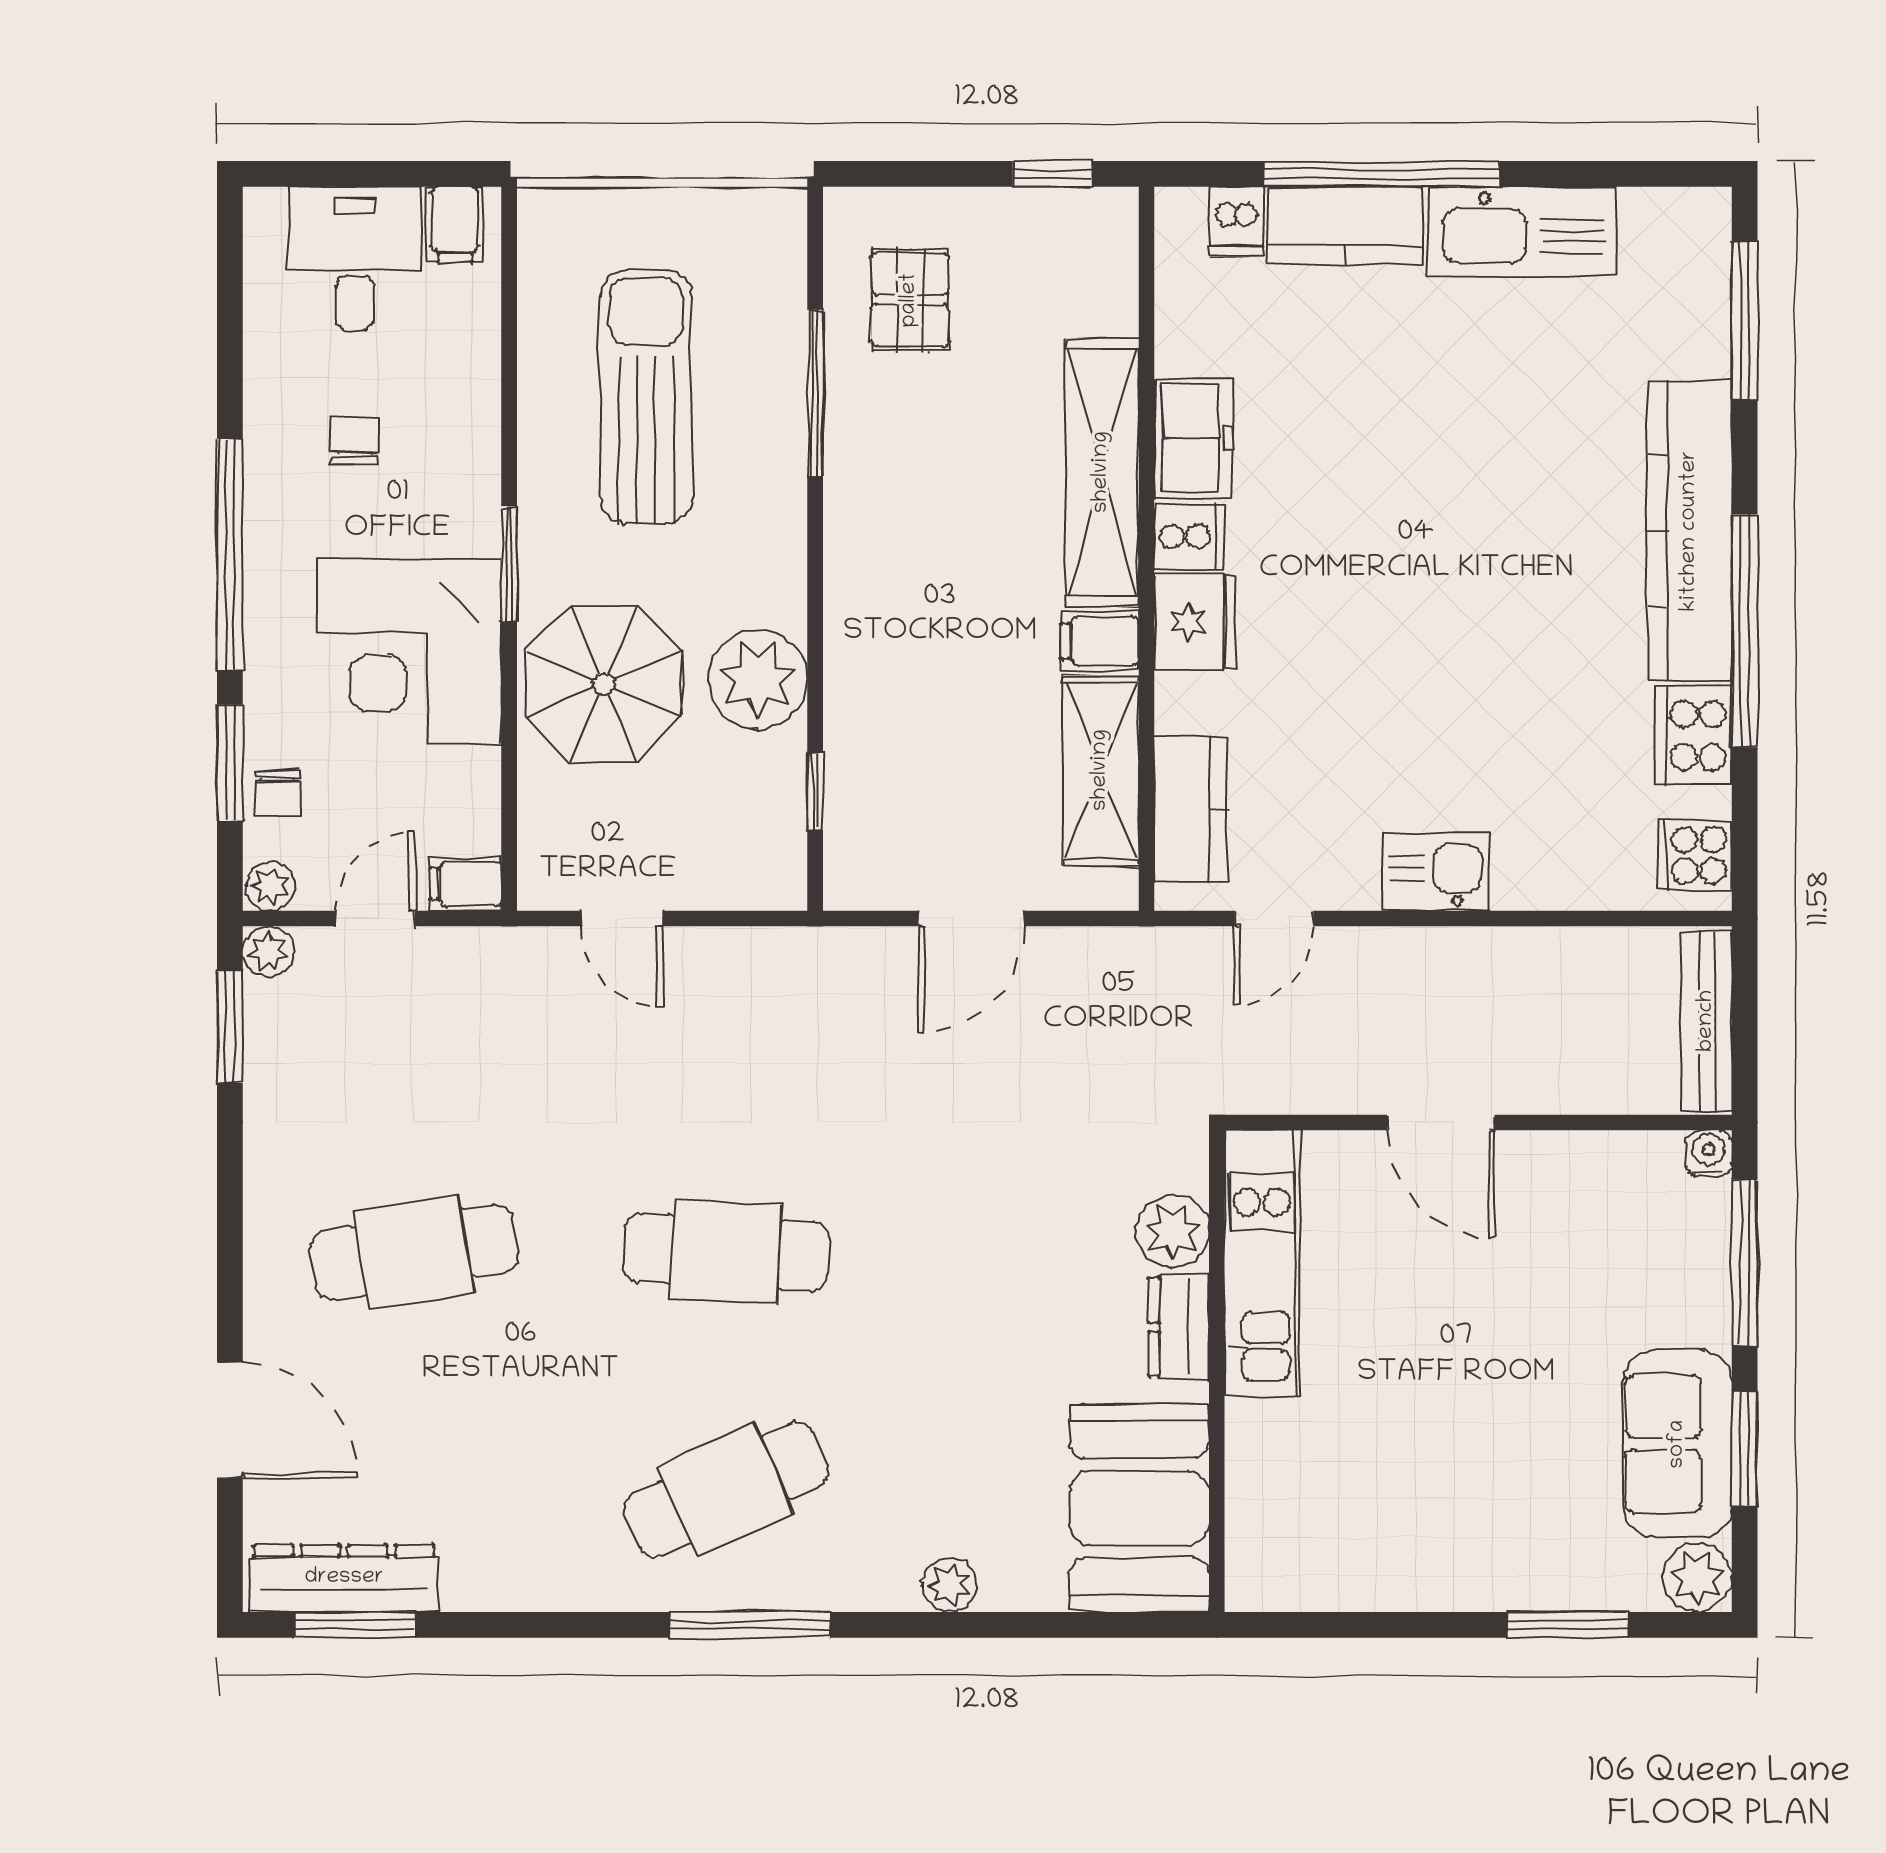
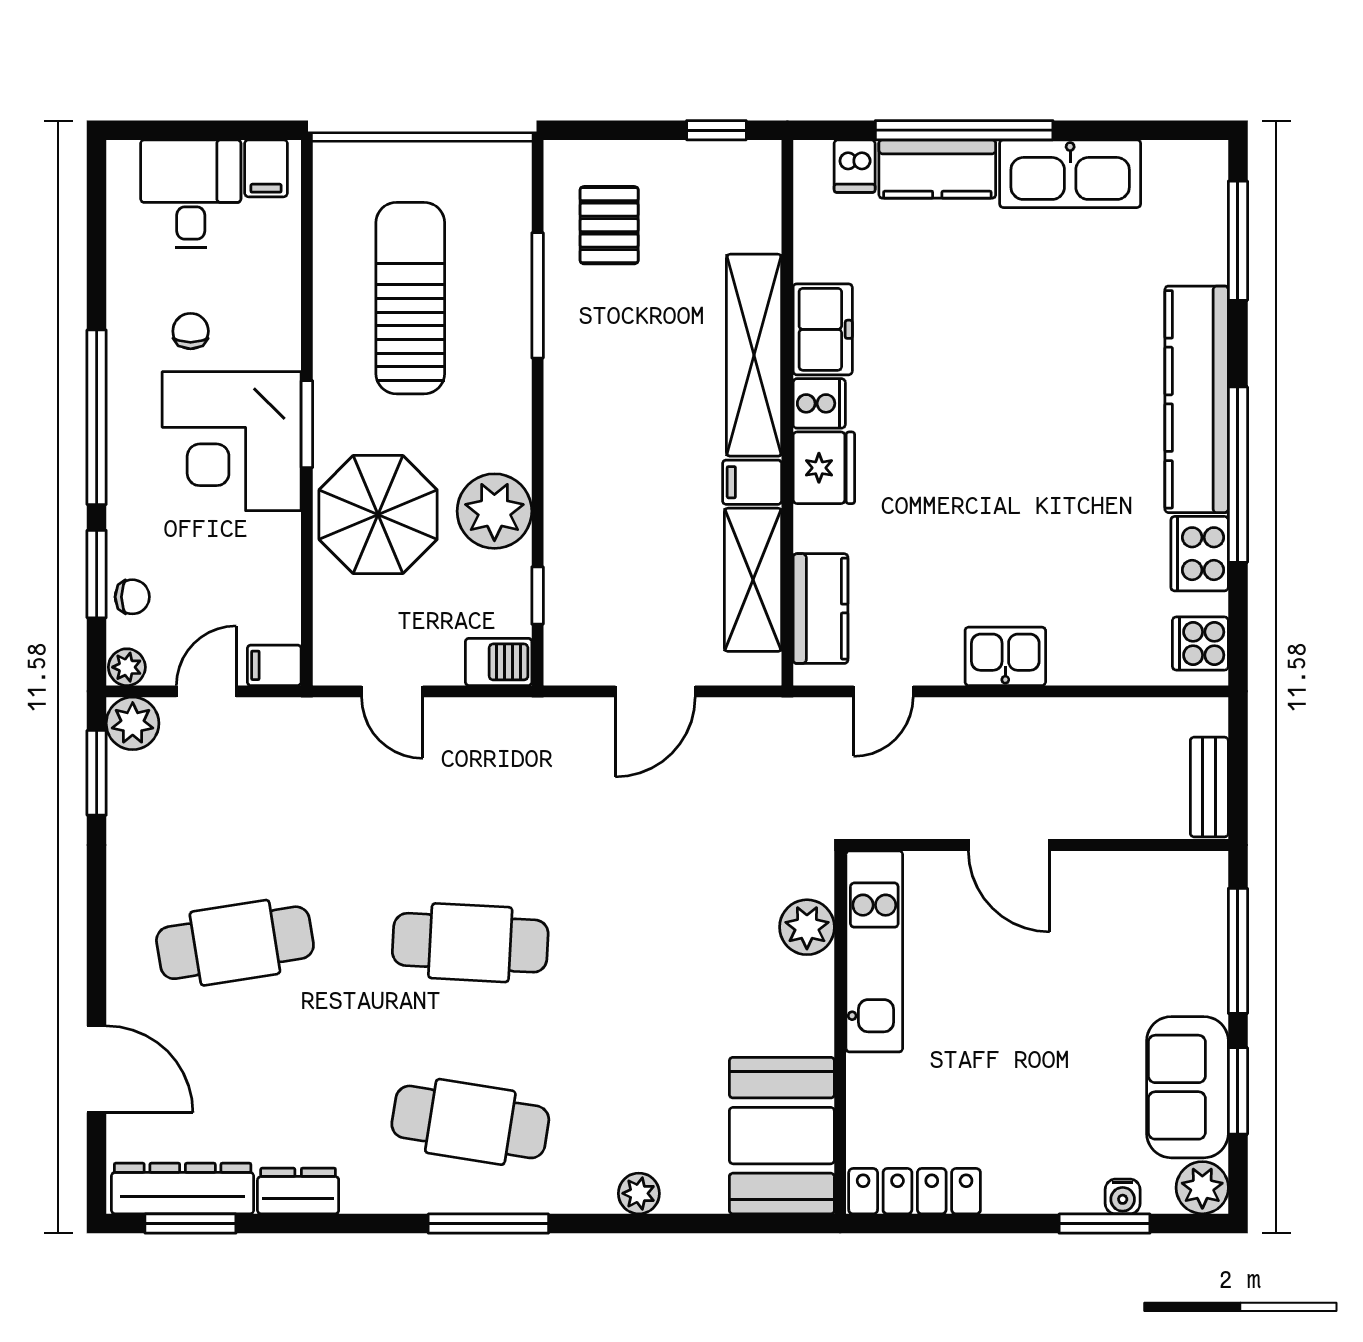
corner desk: (409, 652) -> (232, 441), moved
chair: (277, 793) -> (132, 597), turned -90
barbecue: (763, 879) -> (499, 662), added
plant: (268, 952) -> (133, 723), width x1.38, depth x1.38
bench: (1707, 1021) -> (1209, 787), width x0.73
water cooler: (1709, 1153) -> (1123, 1196), moved, turned 180
dresser: (1179, 1327) -> (298, 1191), moved, turned 90
cafe table: (726, 1490) -> (470, 1122), turned 33
locker: (1315, 1582) -> (915, 1191), added

